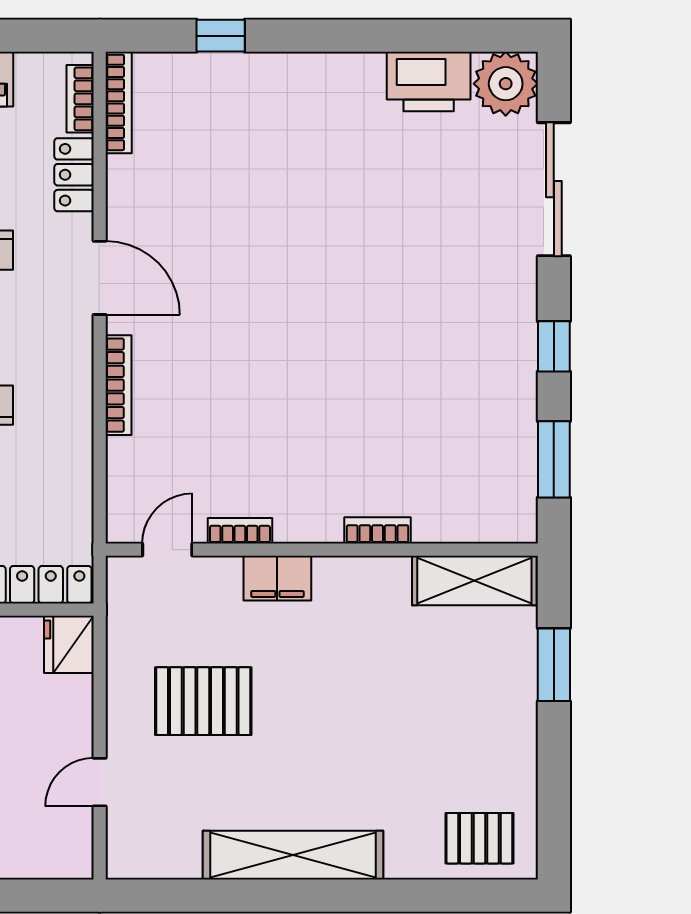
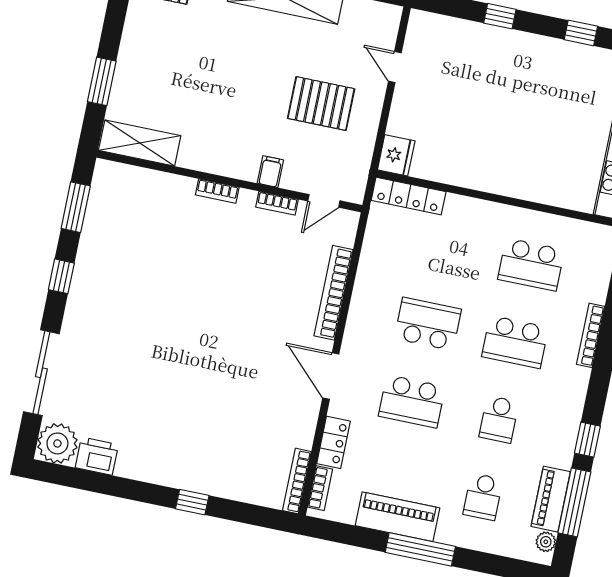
window: (221, 36) -> (192, 502), moved
printer: (429, 82) -> (97, 456), width x0.73, depth x0.84
bookcase: (118, 385) -> (334, 293), width x1.48, depth x1.31
bookcase: (378, 530) -> (217, 191), moved
filing cabinet: (277, 578) -> (270, 172), width x0.50
door: (100, 782) -> (395, 67), swing flipped

